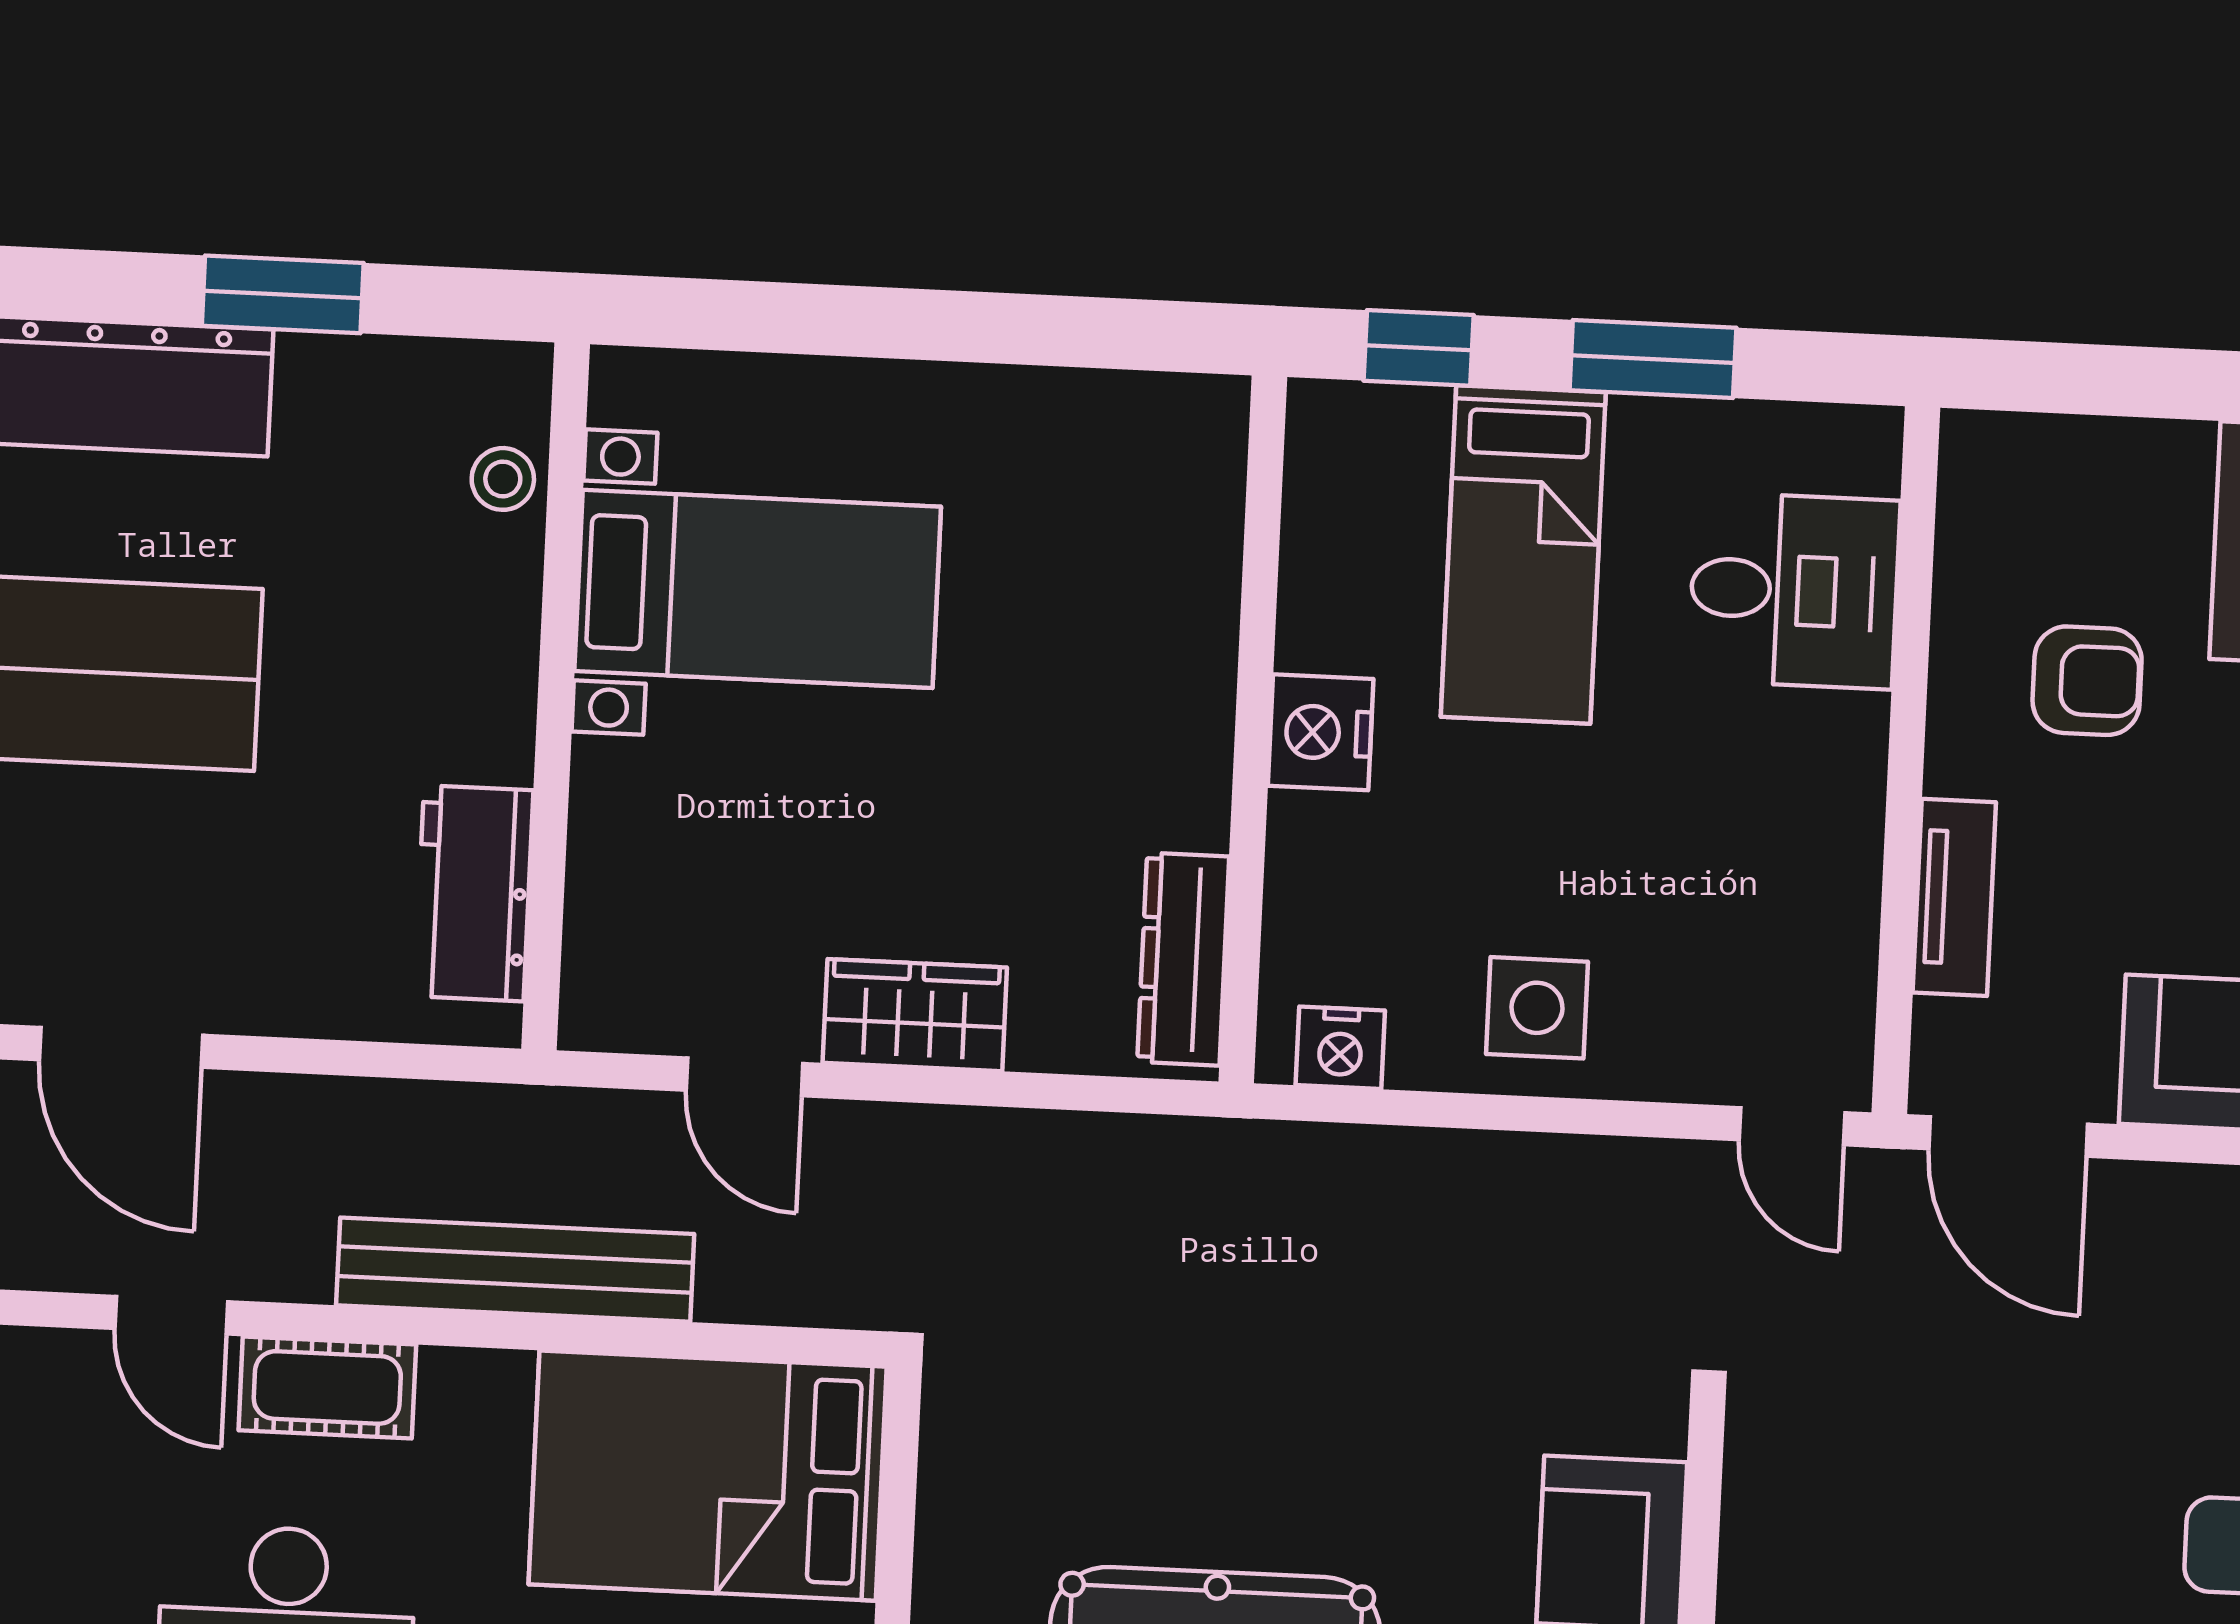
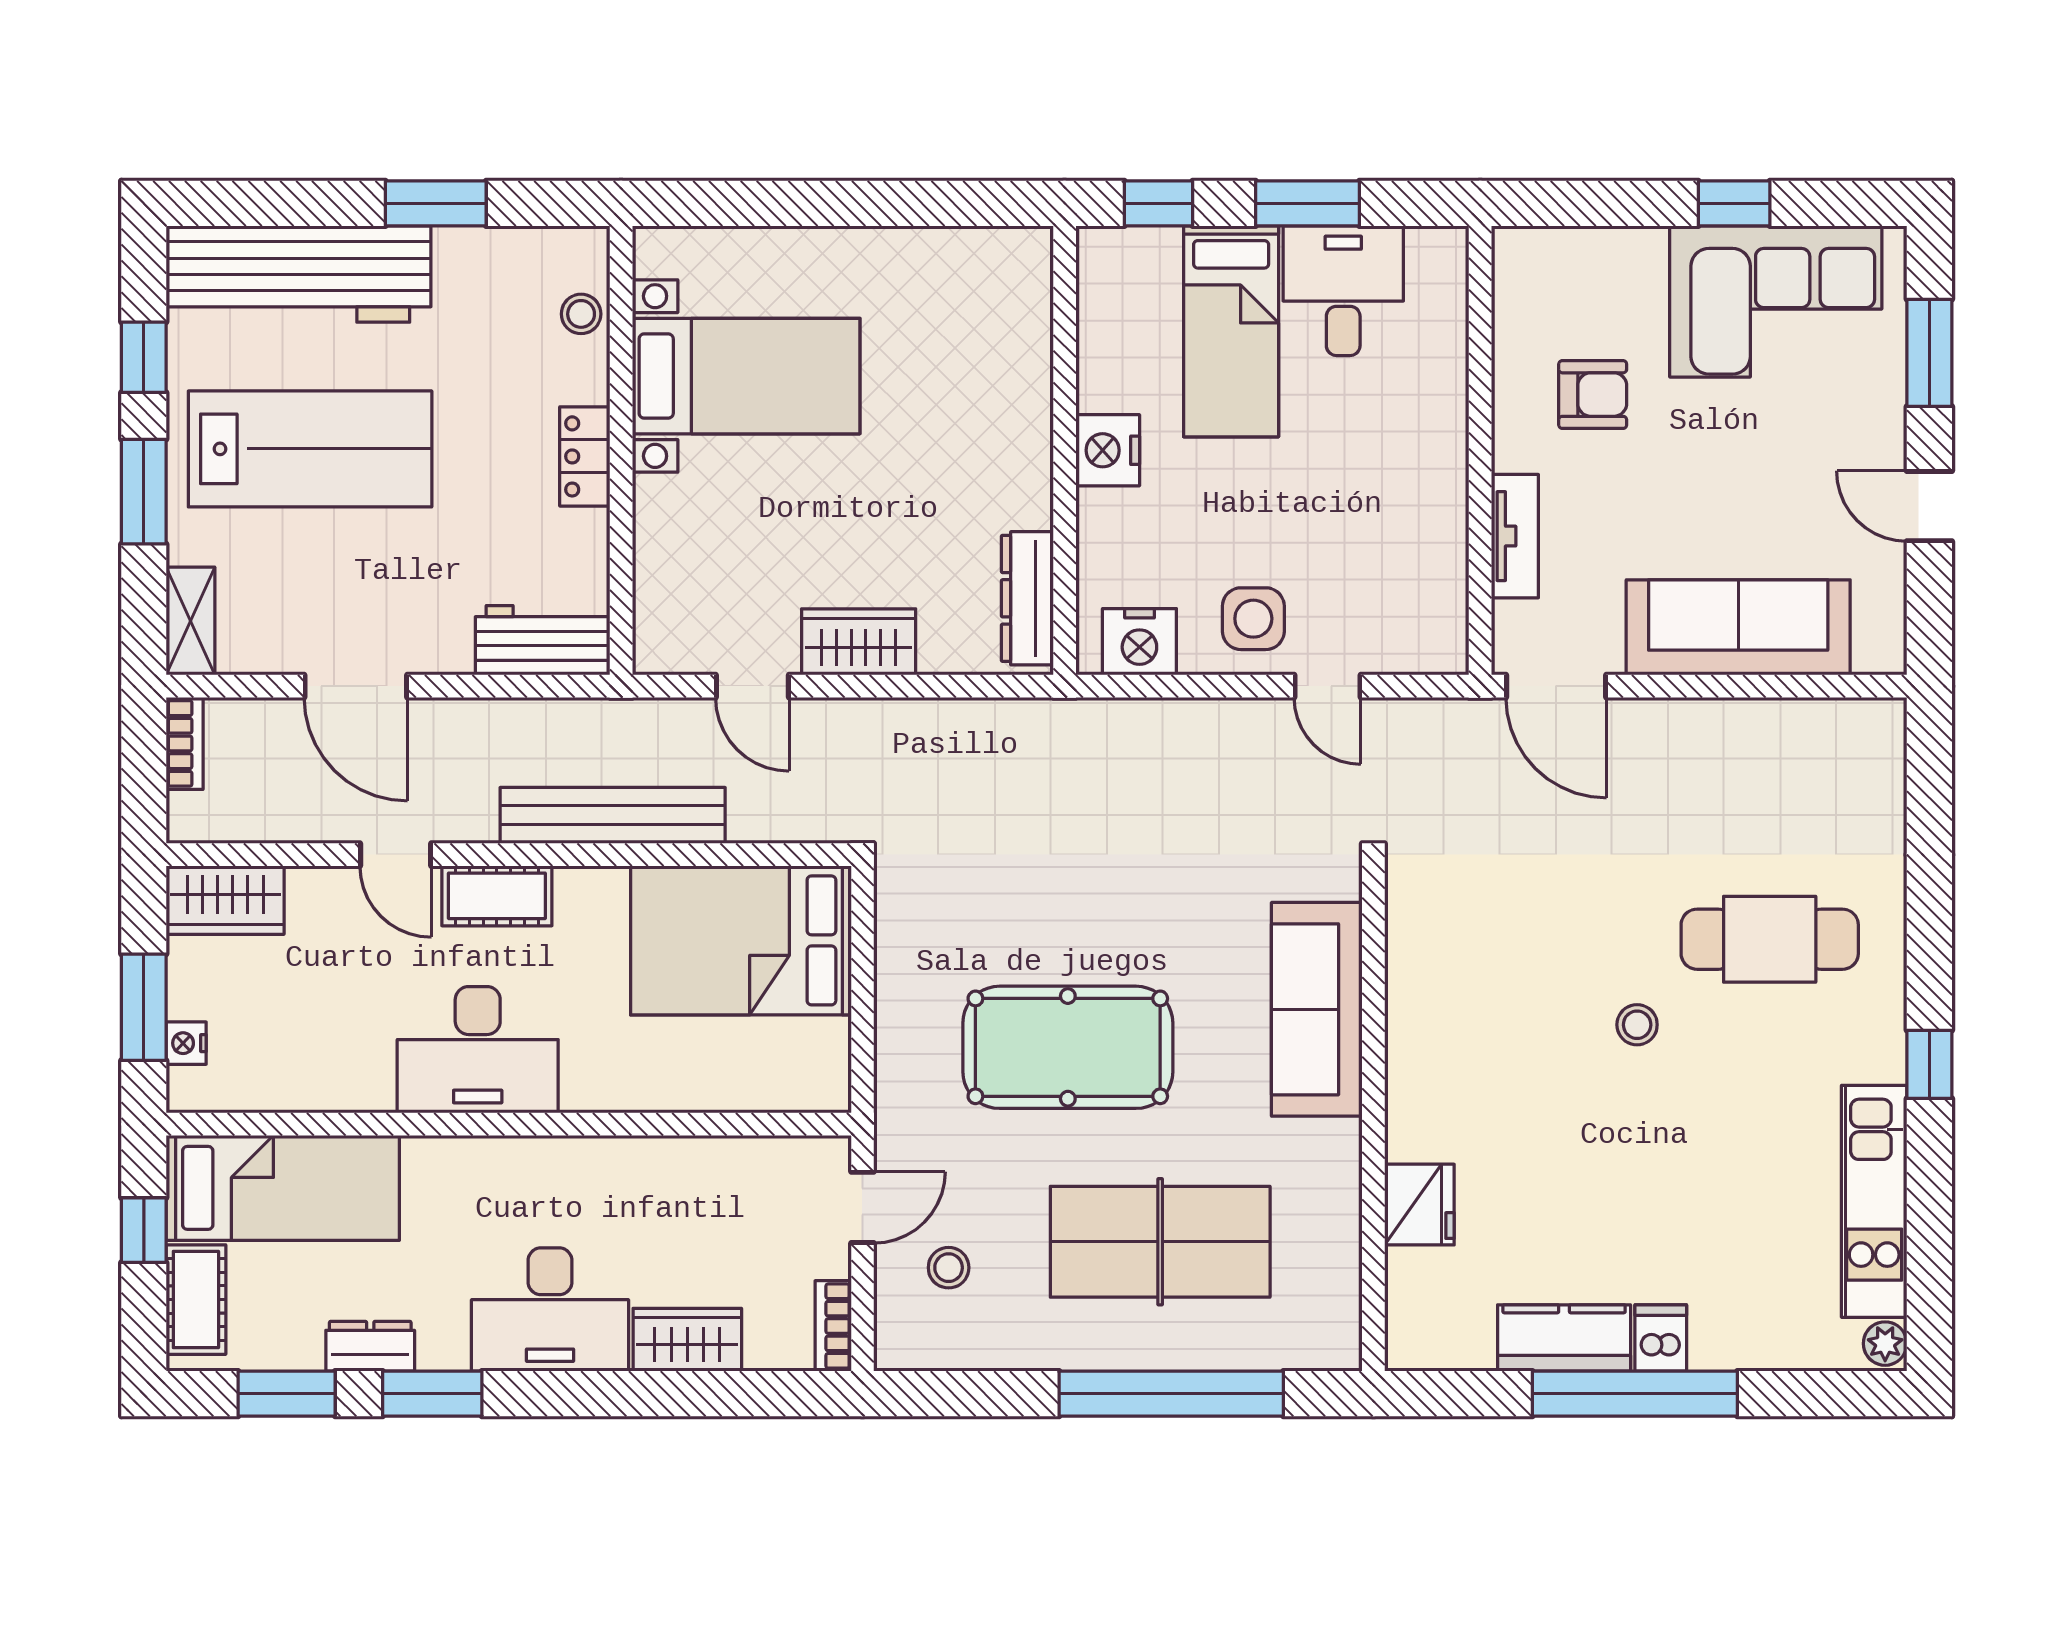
desk: (1794, 591) -> (1343, 291), moved, turned -90
locker: (498, 703) -> (585, 456), added
workbench: (474, 893) -> (543, 640), moved, turned 90
nightstand: (1340, 1048) -> (1139, 642), width x1.36, depth x1.33
door: (1792, 1126) -> (1327, 686), moved

